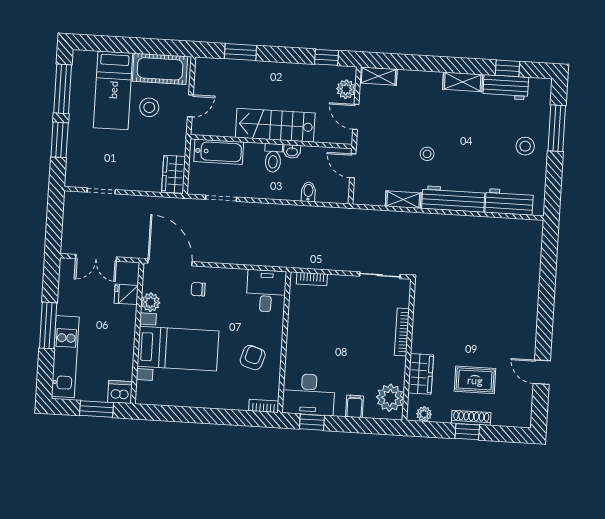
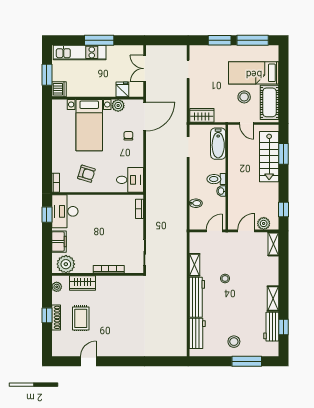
stairs: (275, 125) -> (269, 157), moved, turned 180
filing cabinet: (355, 406) -> (59, 242), width x2.00

